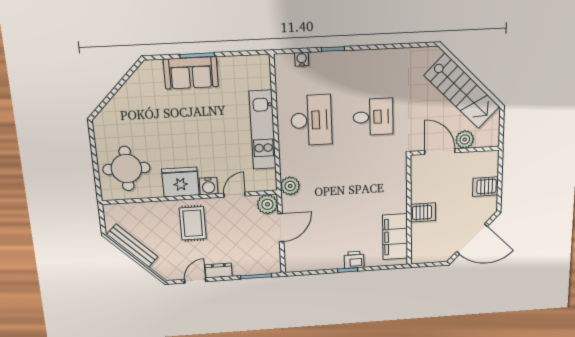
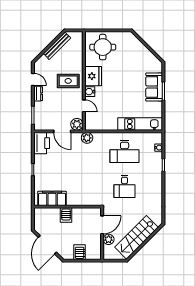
kitchen unit: (263, 130) -> (140, 124), moved
printer: (354, 260) -> (42, 143), moved, width x1.87, depth x1.48

